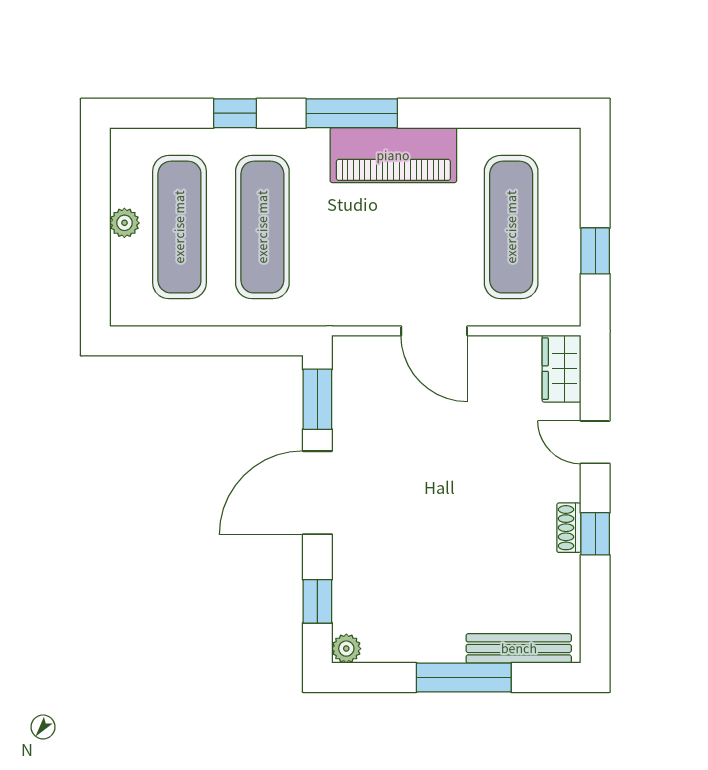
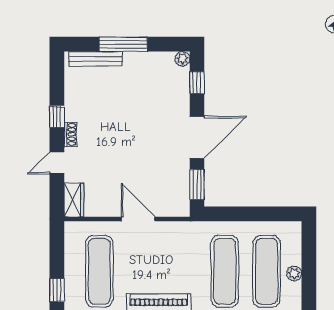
window: (595, 251) -> (57, 290), moved
door: (595, 442) -> (57, 163), swing flipped
shoe rack: (569, 528) -> (70, 134), moved

